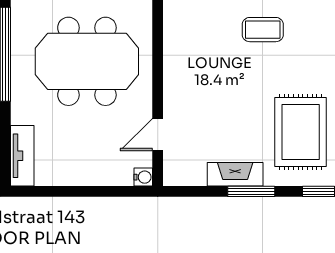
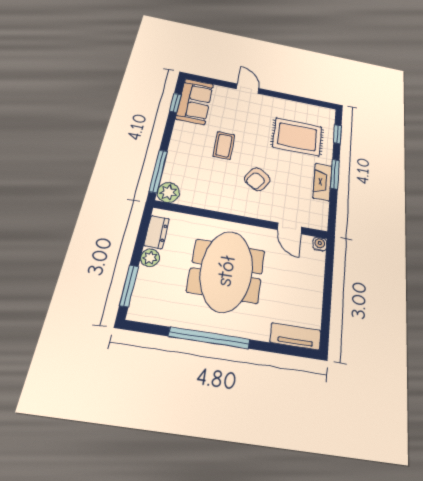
armchair: (220, 83) -> (257, 179), added

